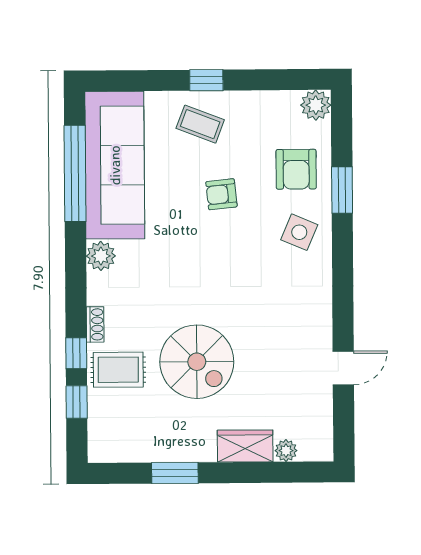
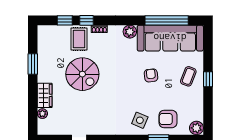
armchair: (221, 194) -> (151, 75), moved
spiral stairs: (197, 362) -> (82, 74), turned -90

